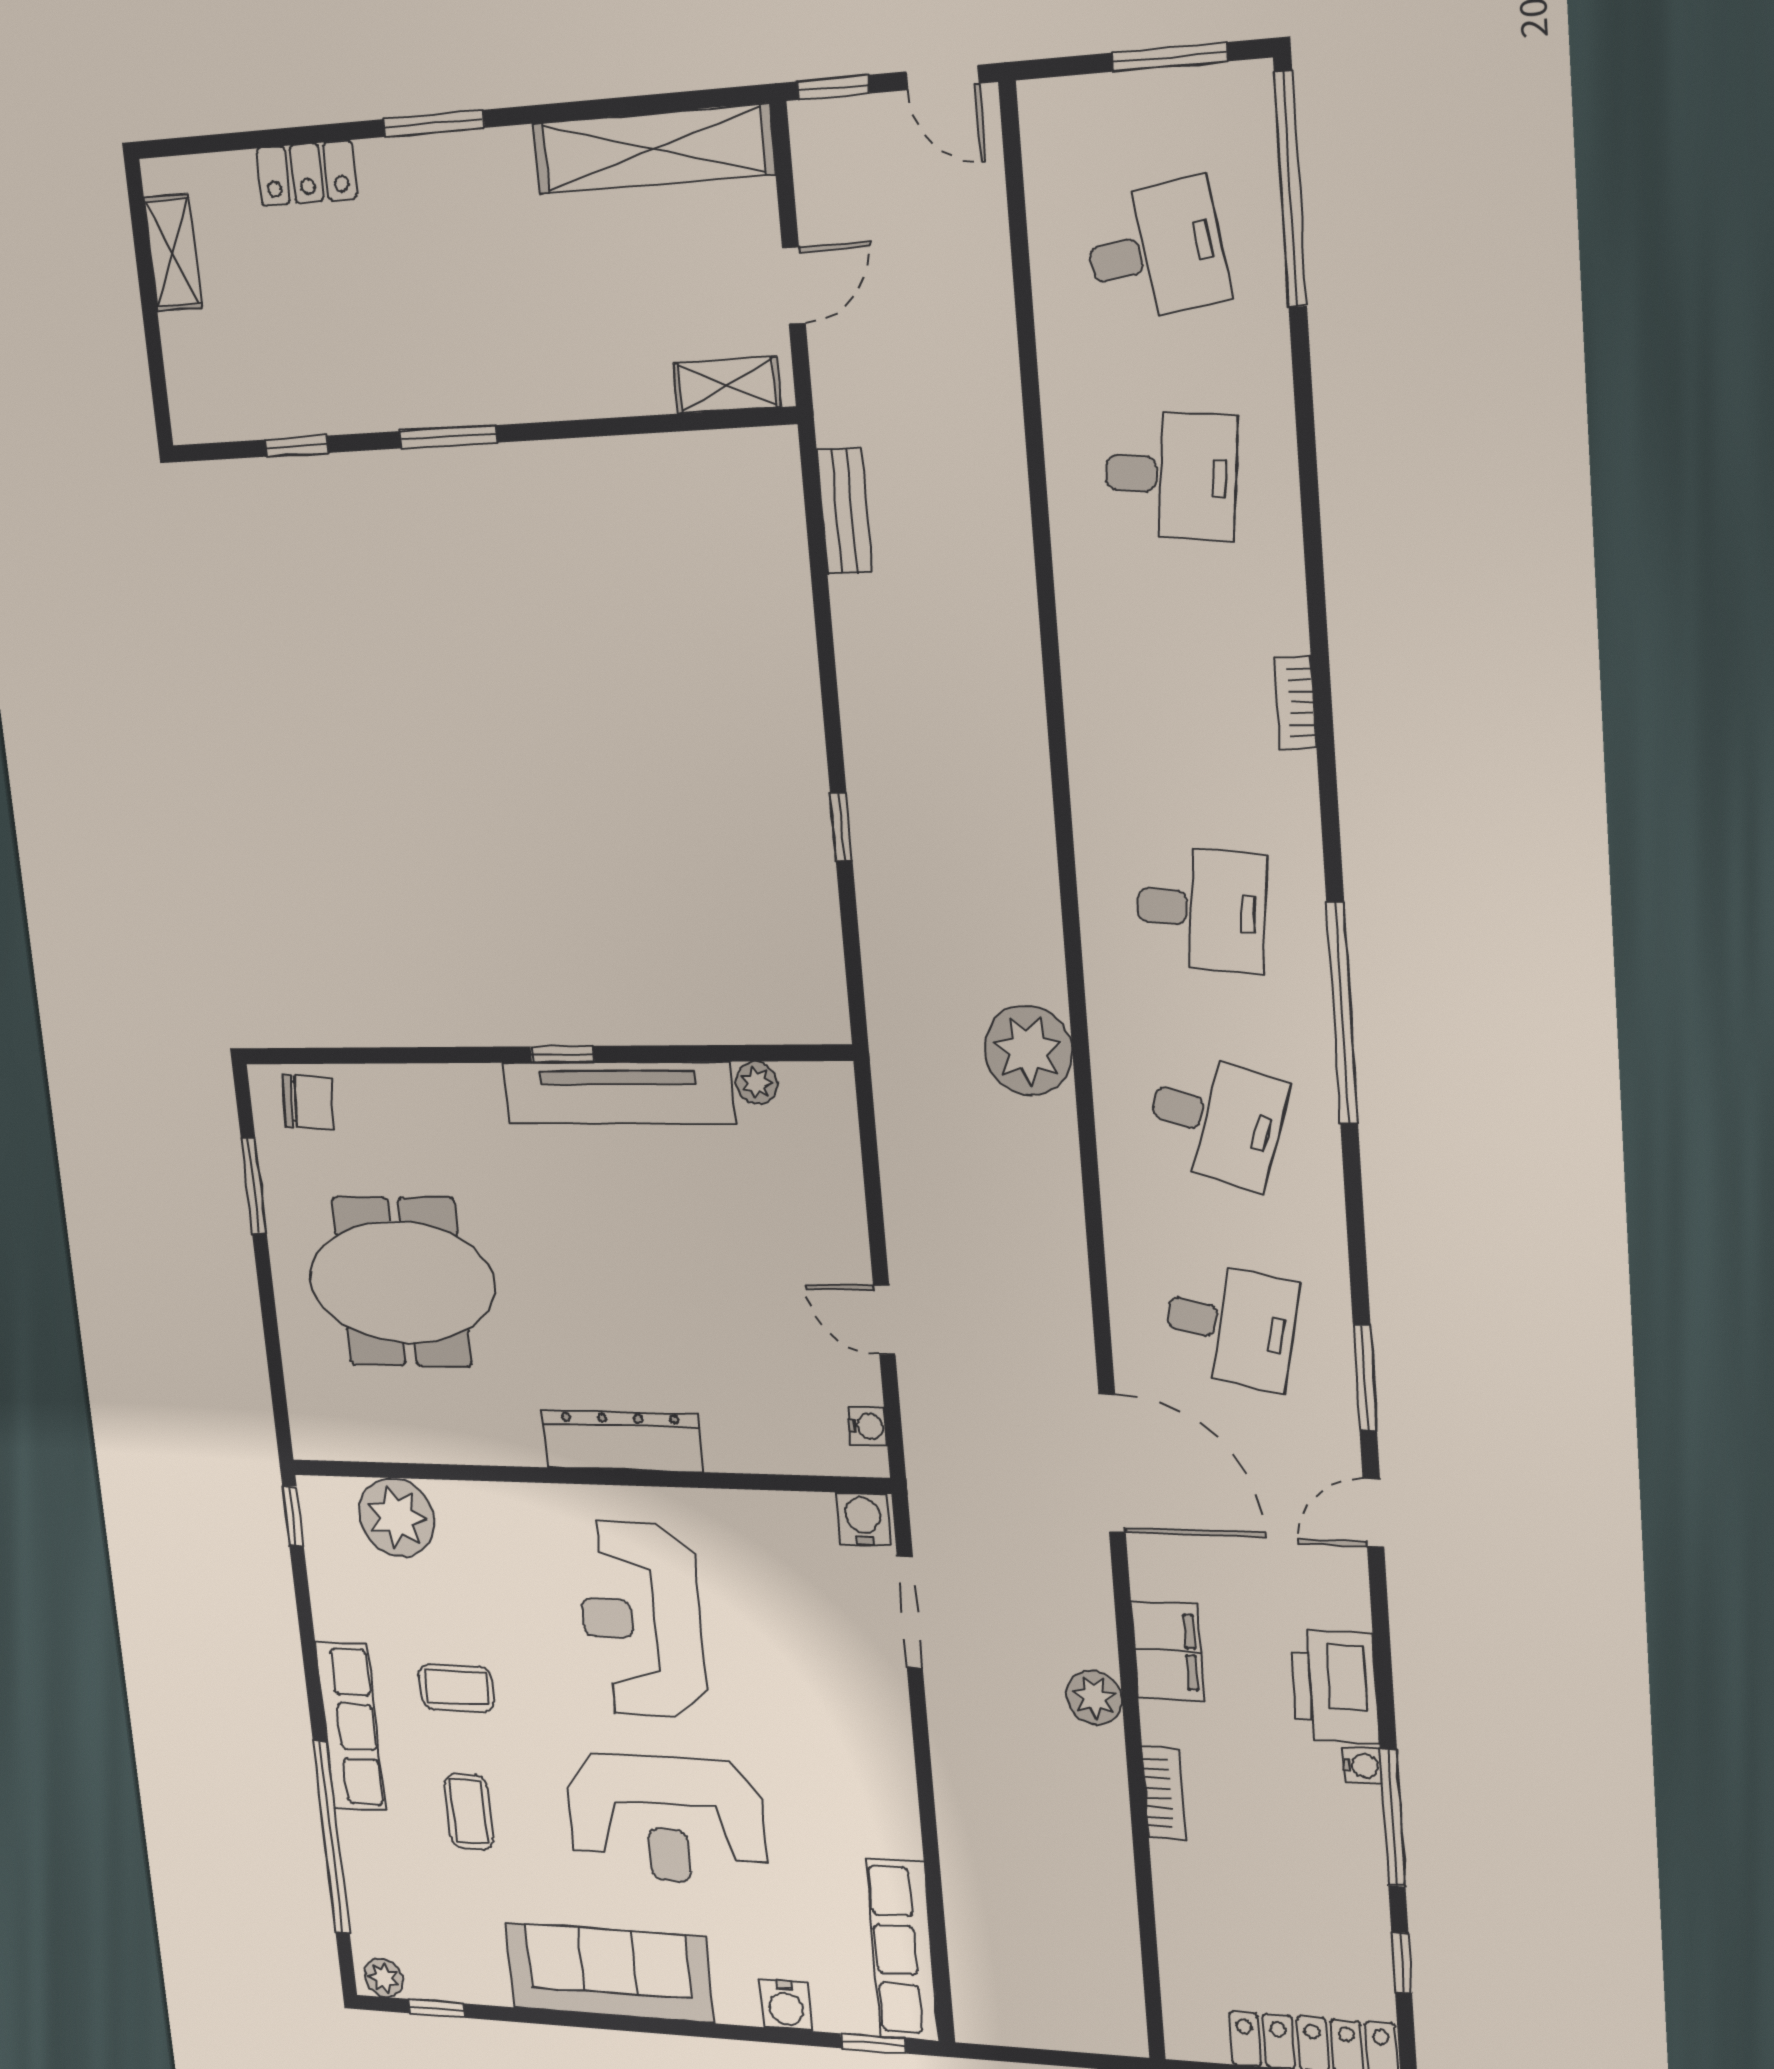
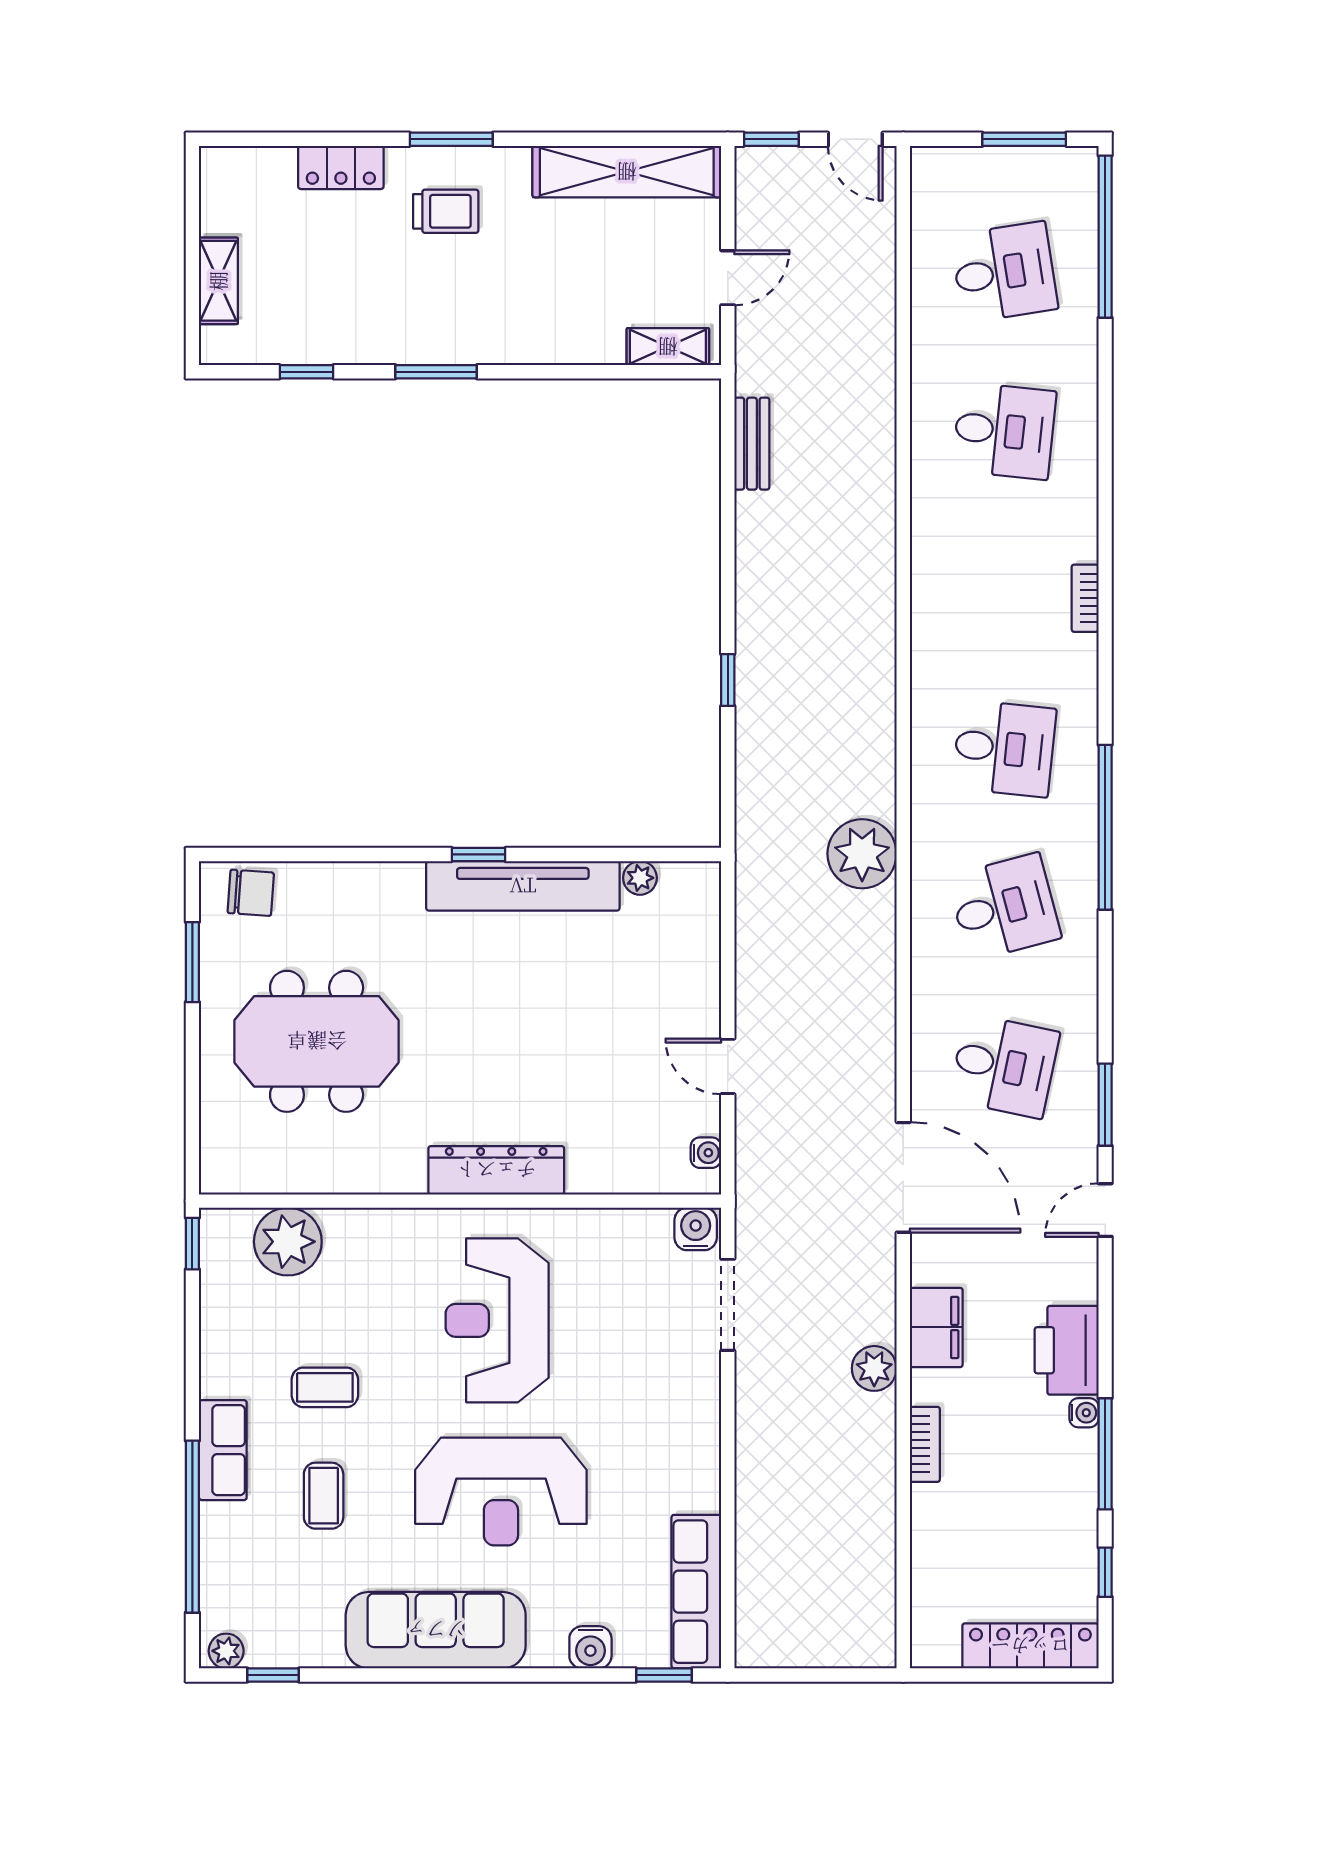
trolley: (437, 222) -> (446, 211), added
shelving: (173, 252) -> (218, 281), moved
desk: (1216, 1120) -> (1004, 907), turned -33
row of seats: (351, 1727) -> (223, 1450), width x0.68

